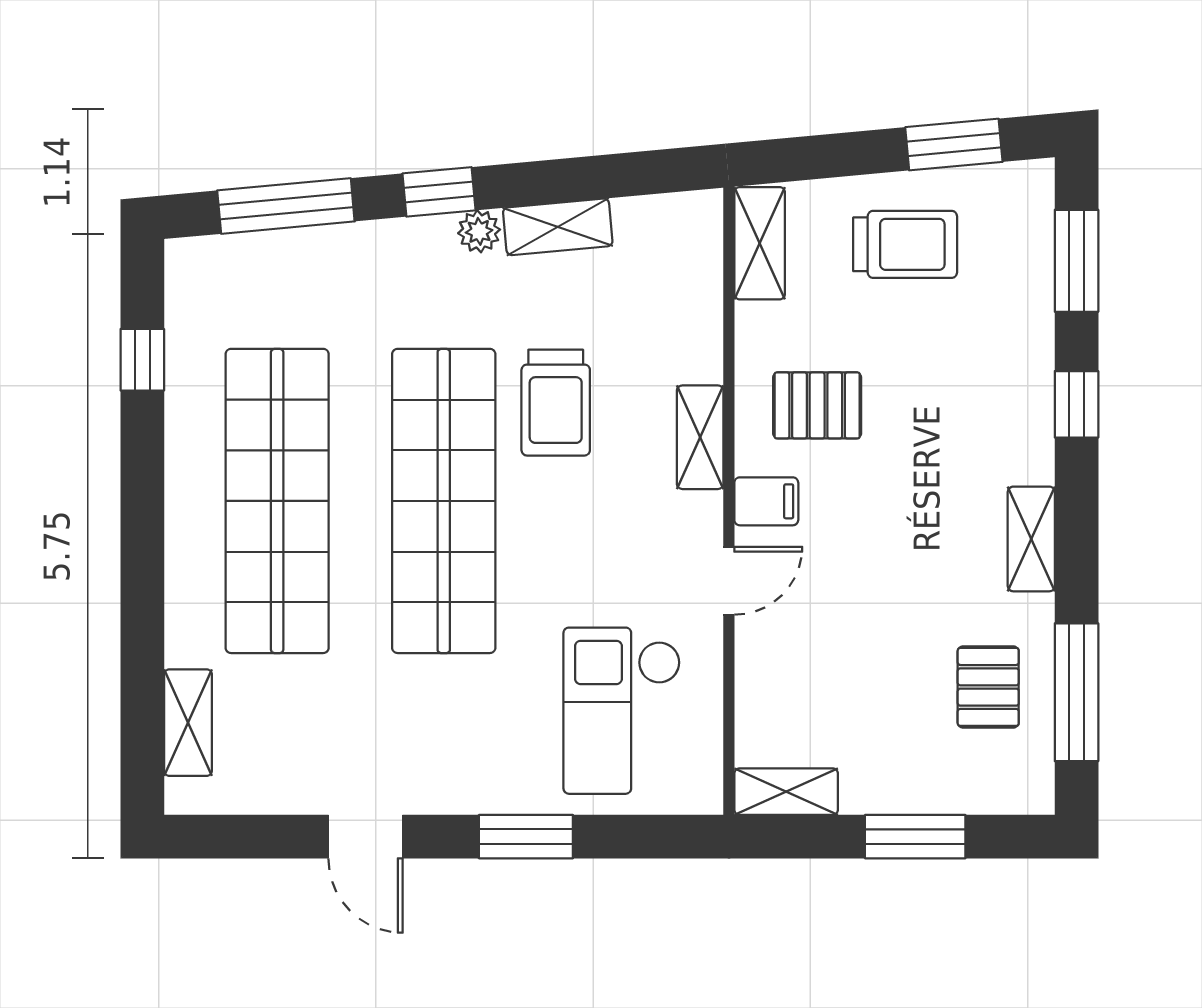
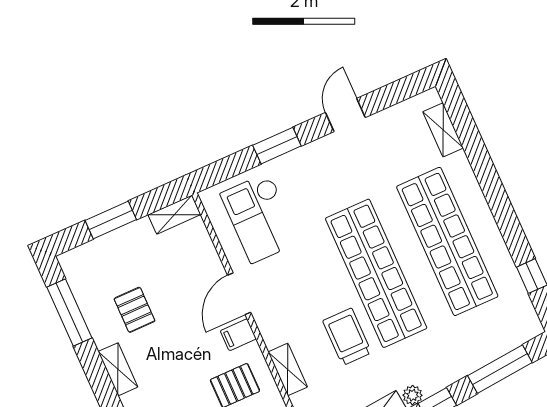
shelving: (700, 437) -> (288, 369), moved
door: (729, 581) -> (239, 294), width x1.38
pallet: (988, 687) -> (135, 310), moved
checkout: (622, 711) -> (260, 218), turned 180
door: (366, 837) -> (345, 115), hinge flipped

